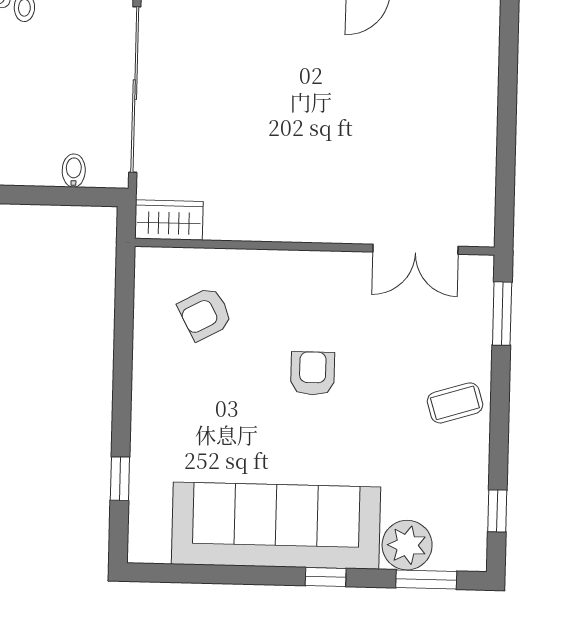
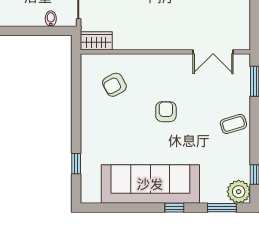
plant: (407, 545) -> (239, 192), moved

